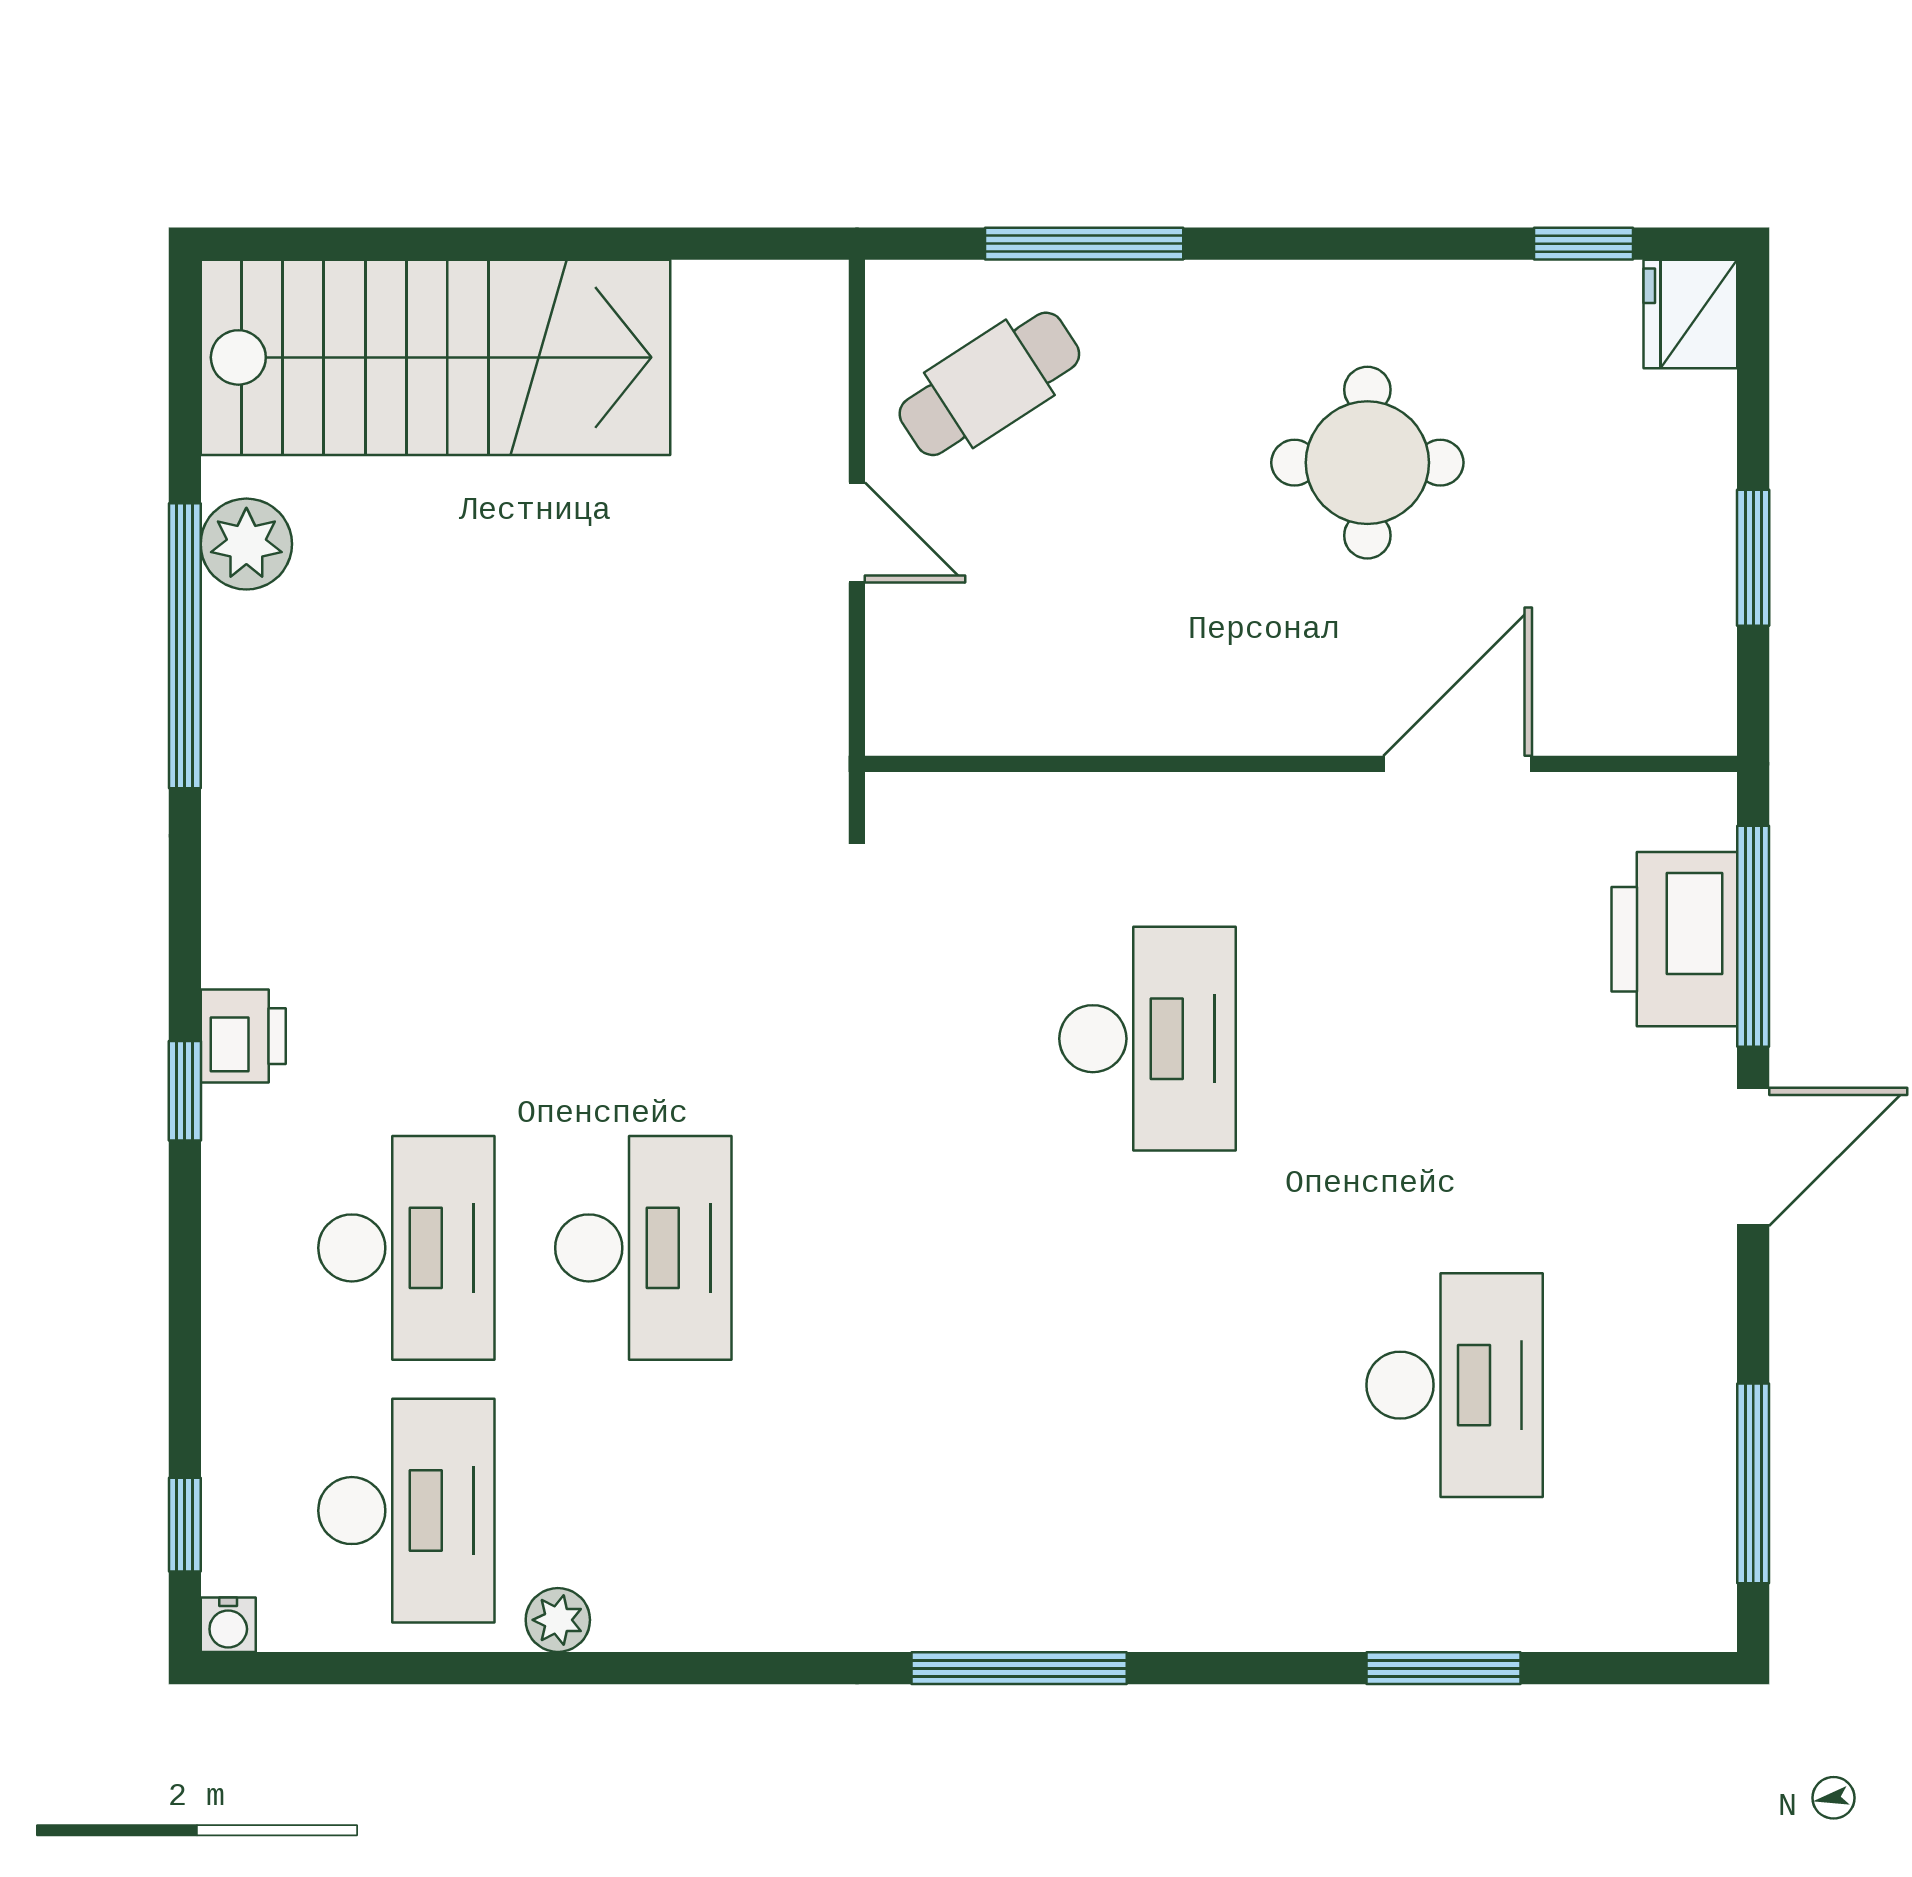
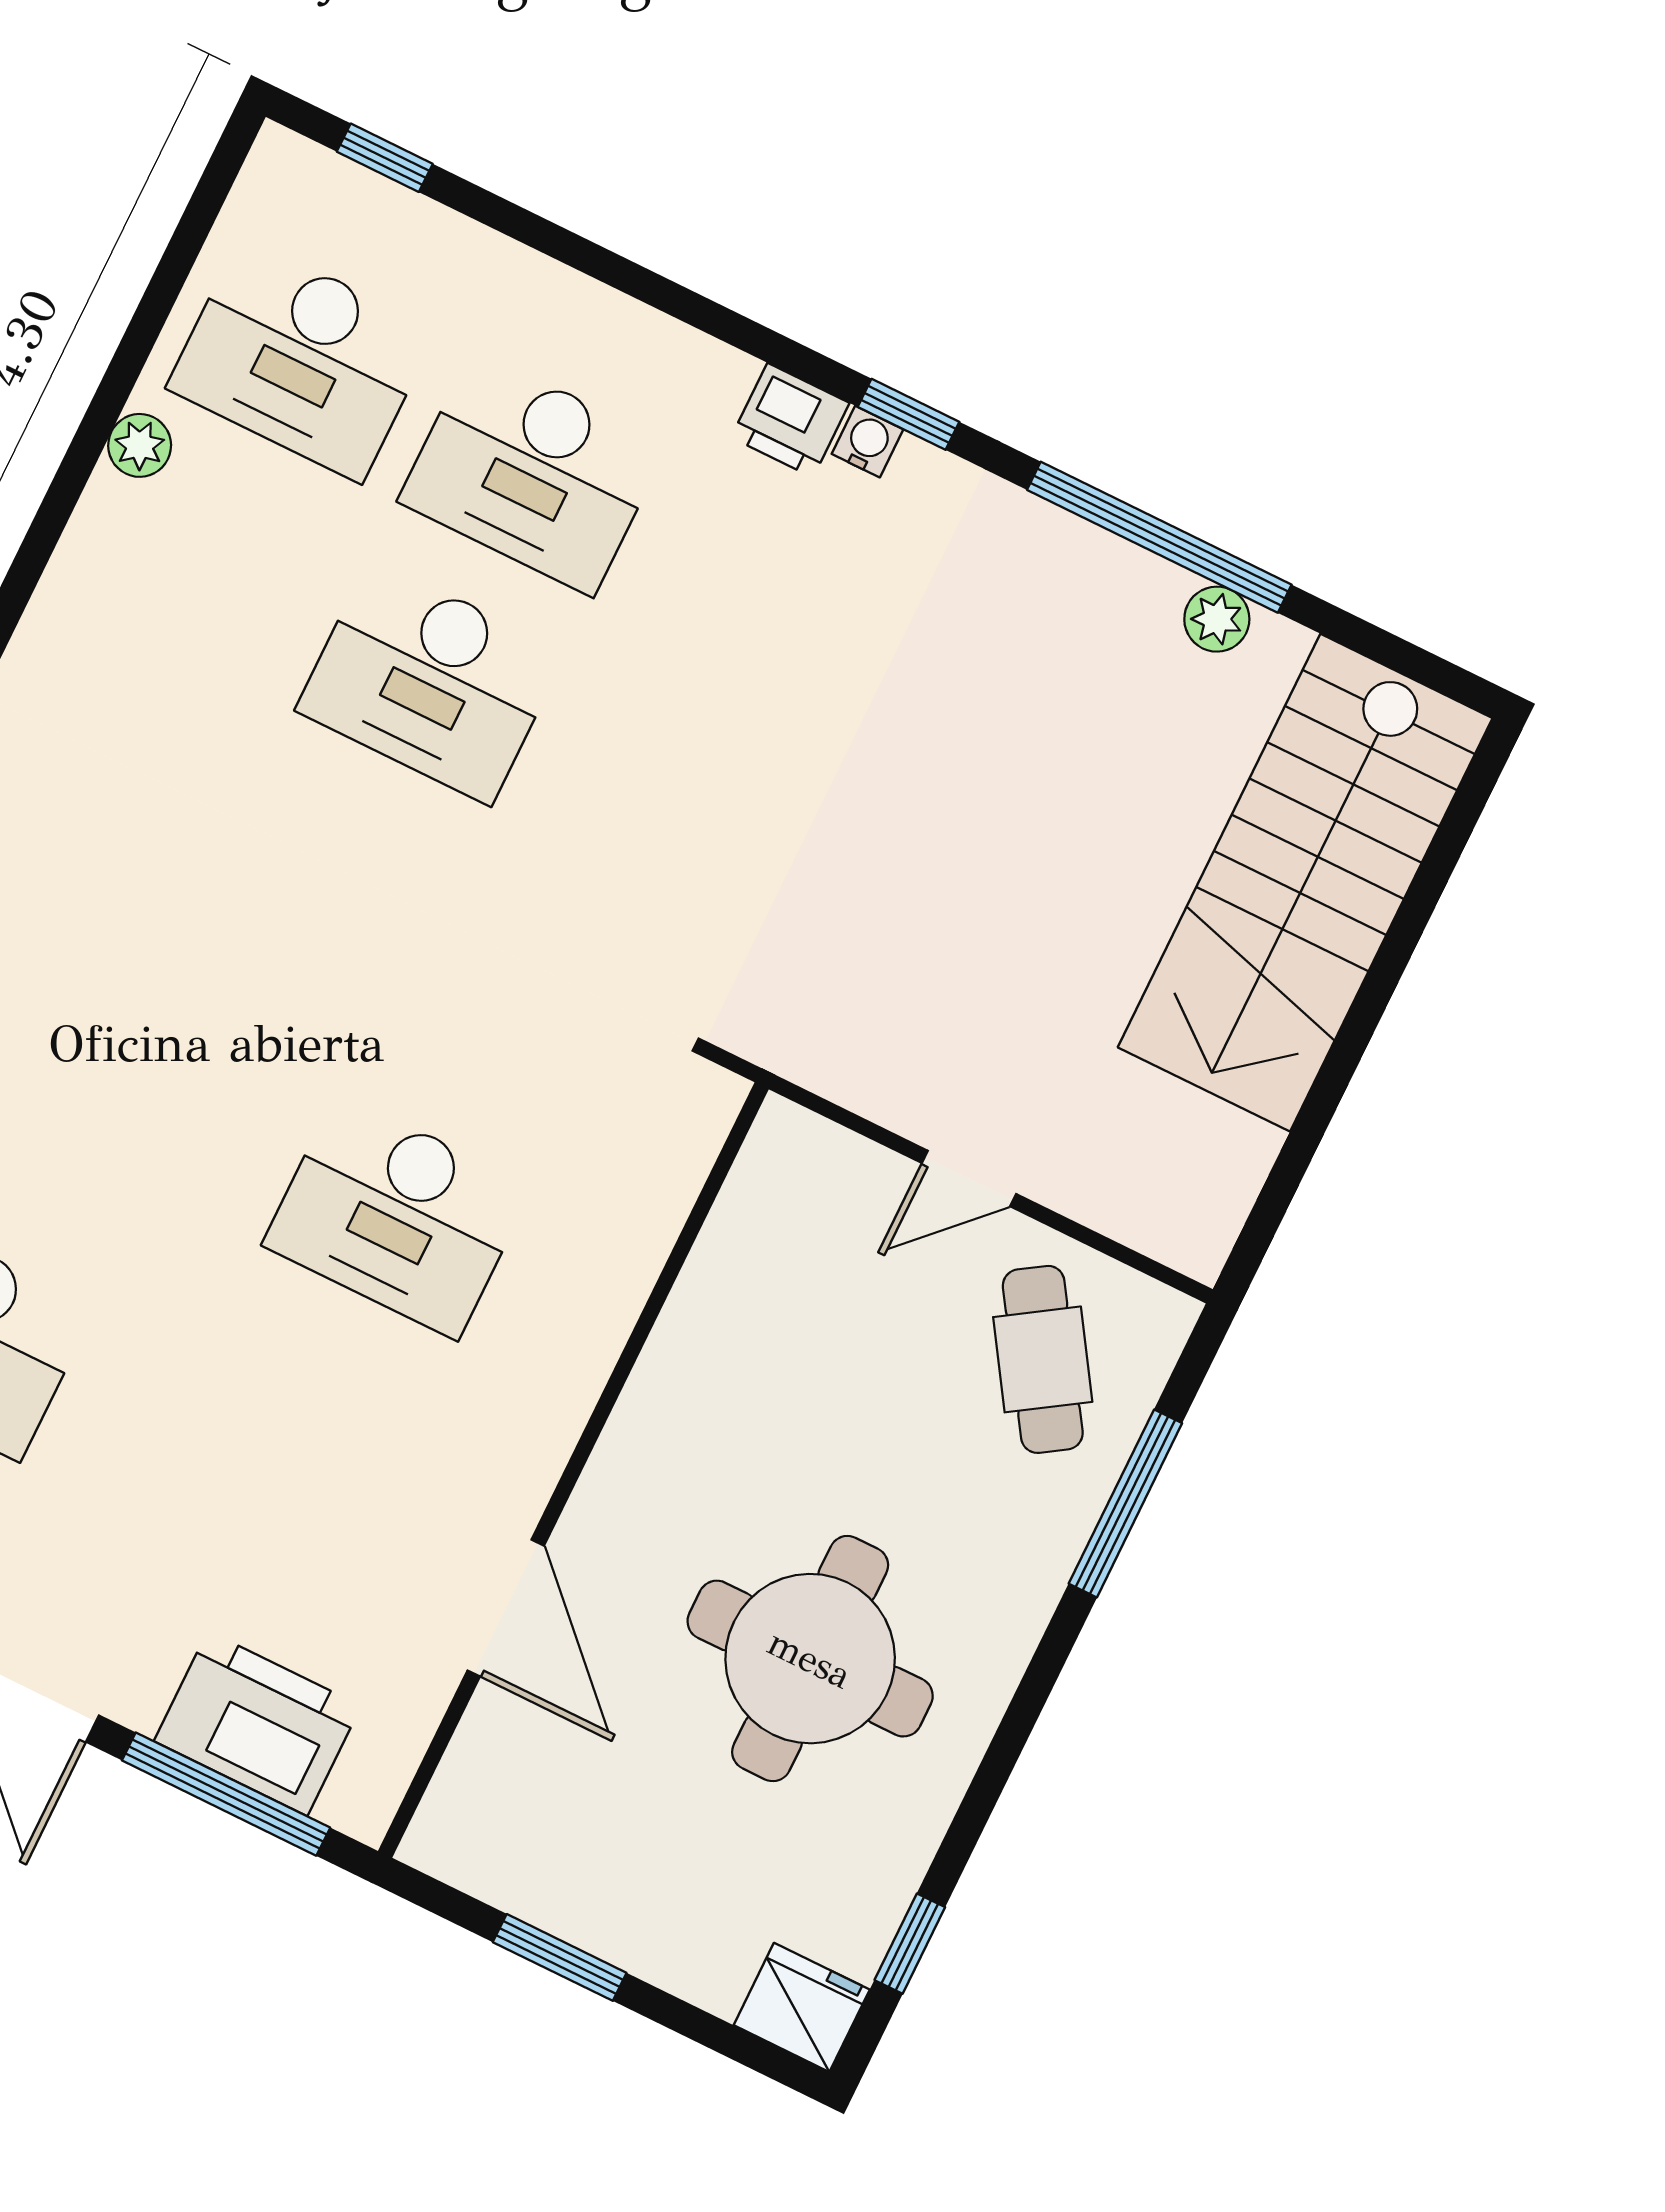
round table: (1367, 463) -> (810, 1659), width x1.36, depth x1.36
plant: (246, 544) -> (1217, 619), width x0.73, depth x0.73
window: (185, 1091) -> (908, 414), moved
water cooler: (228, 1625) -> (868, 442), moved, turned 90

